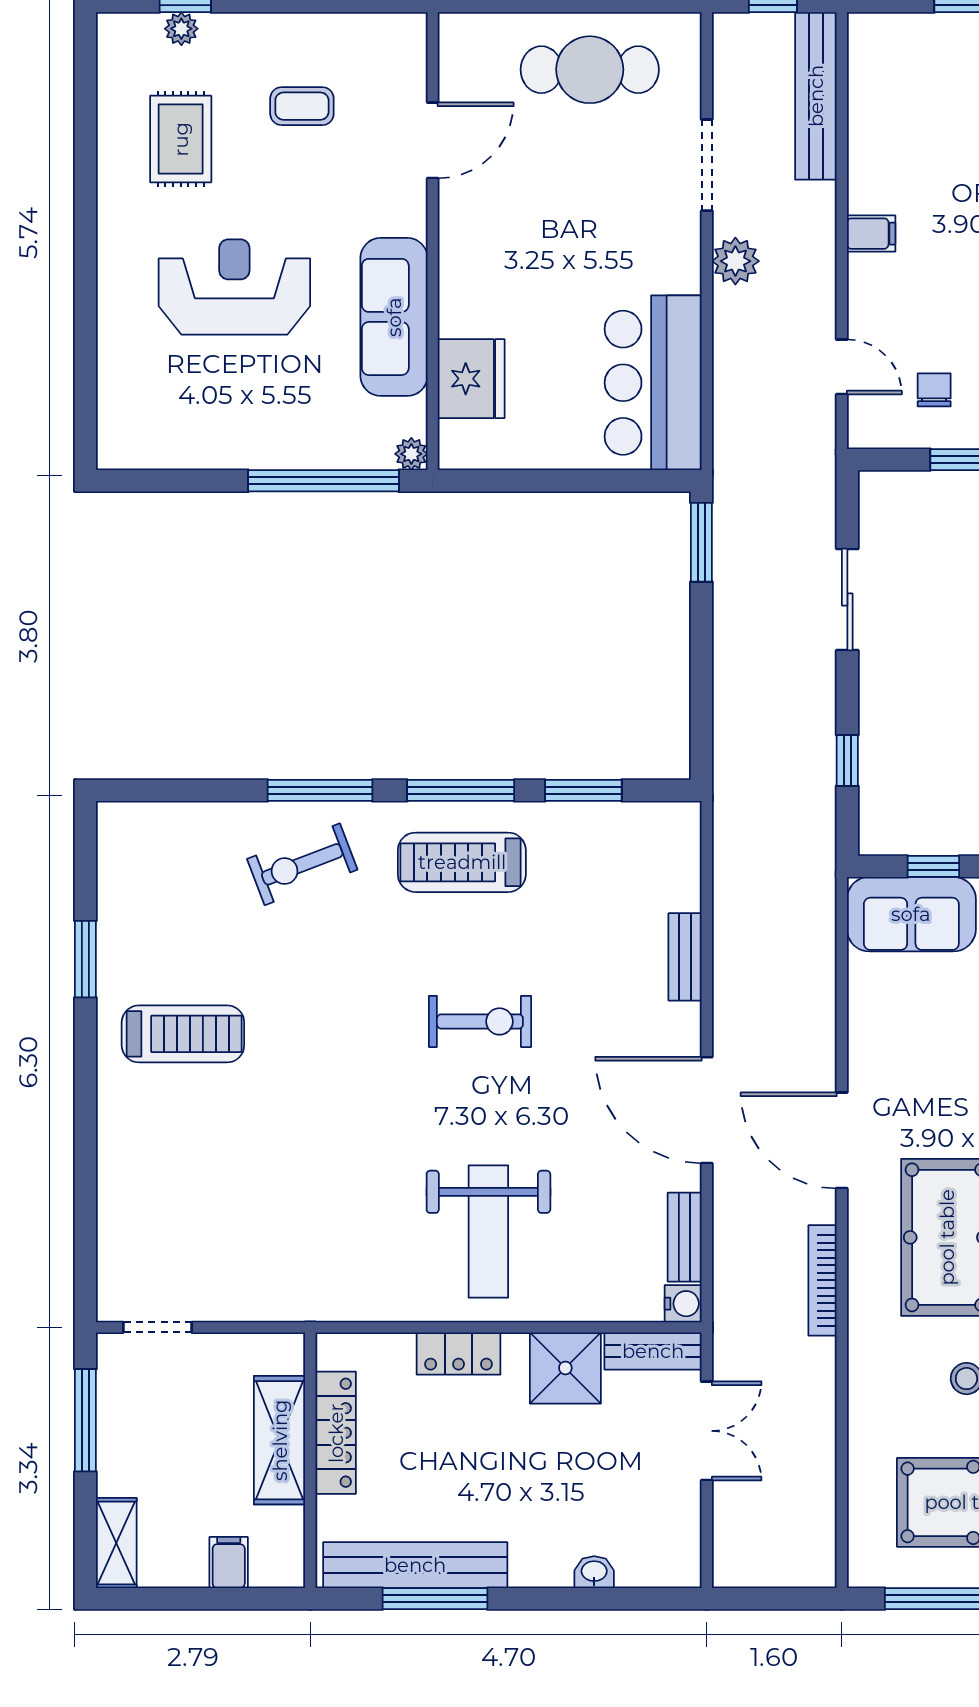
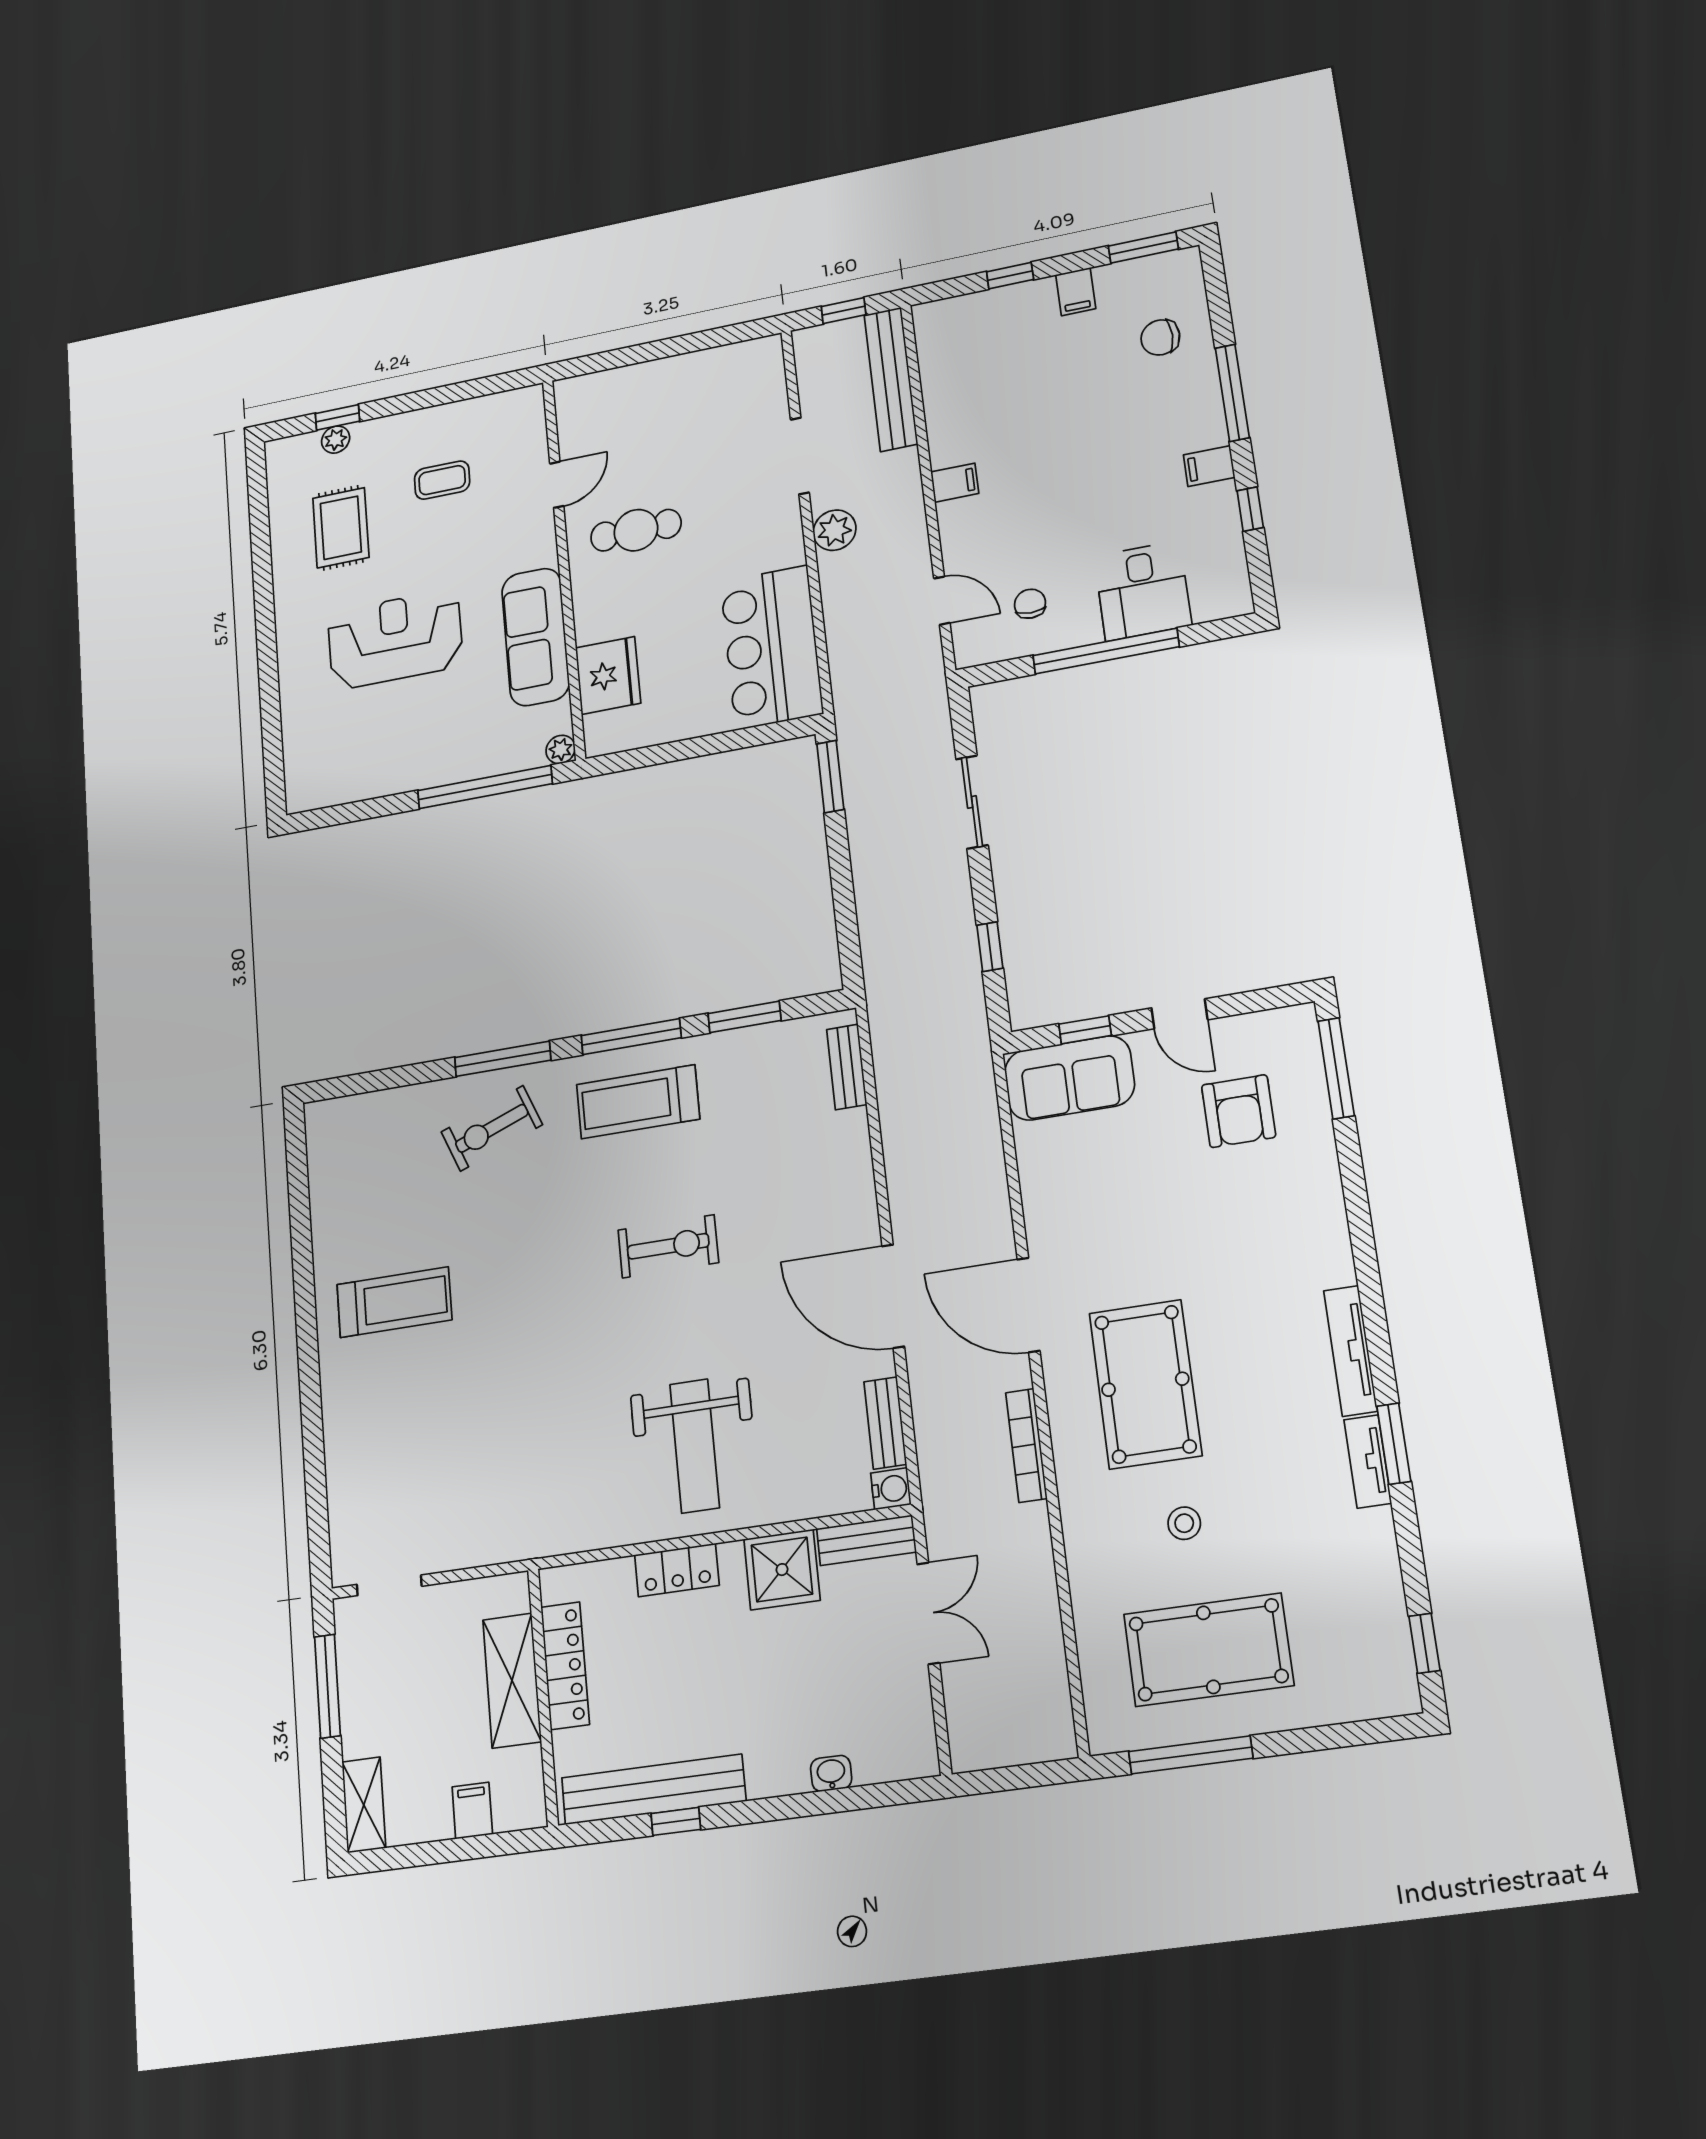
cafe table: (590, 70) -> (636, 530), moved, width x0.73, depth x0.74
door: (433, 140) -> (557, 485), width x0.73
bench: (685, 957) -> (847, 1067), moved
window: (85, 959) -> (302, 1248), removed
window: (435, 1599) -> (676, 1821), width x0.46

